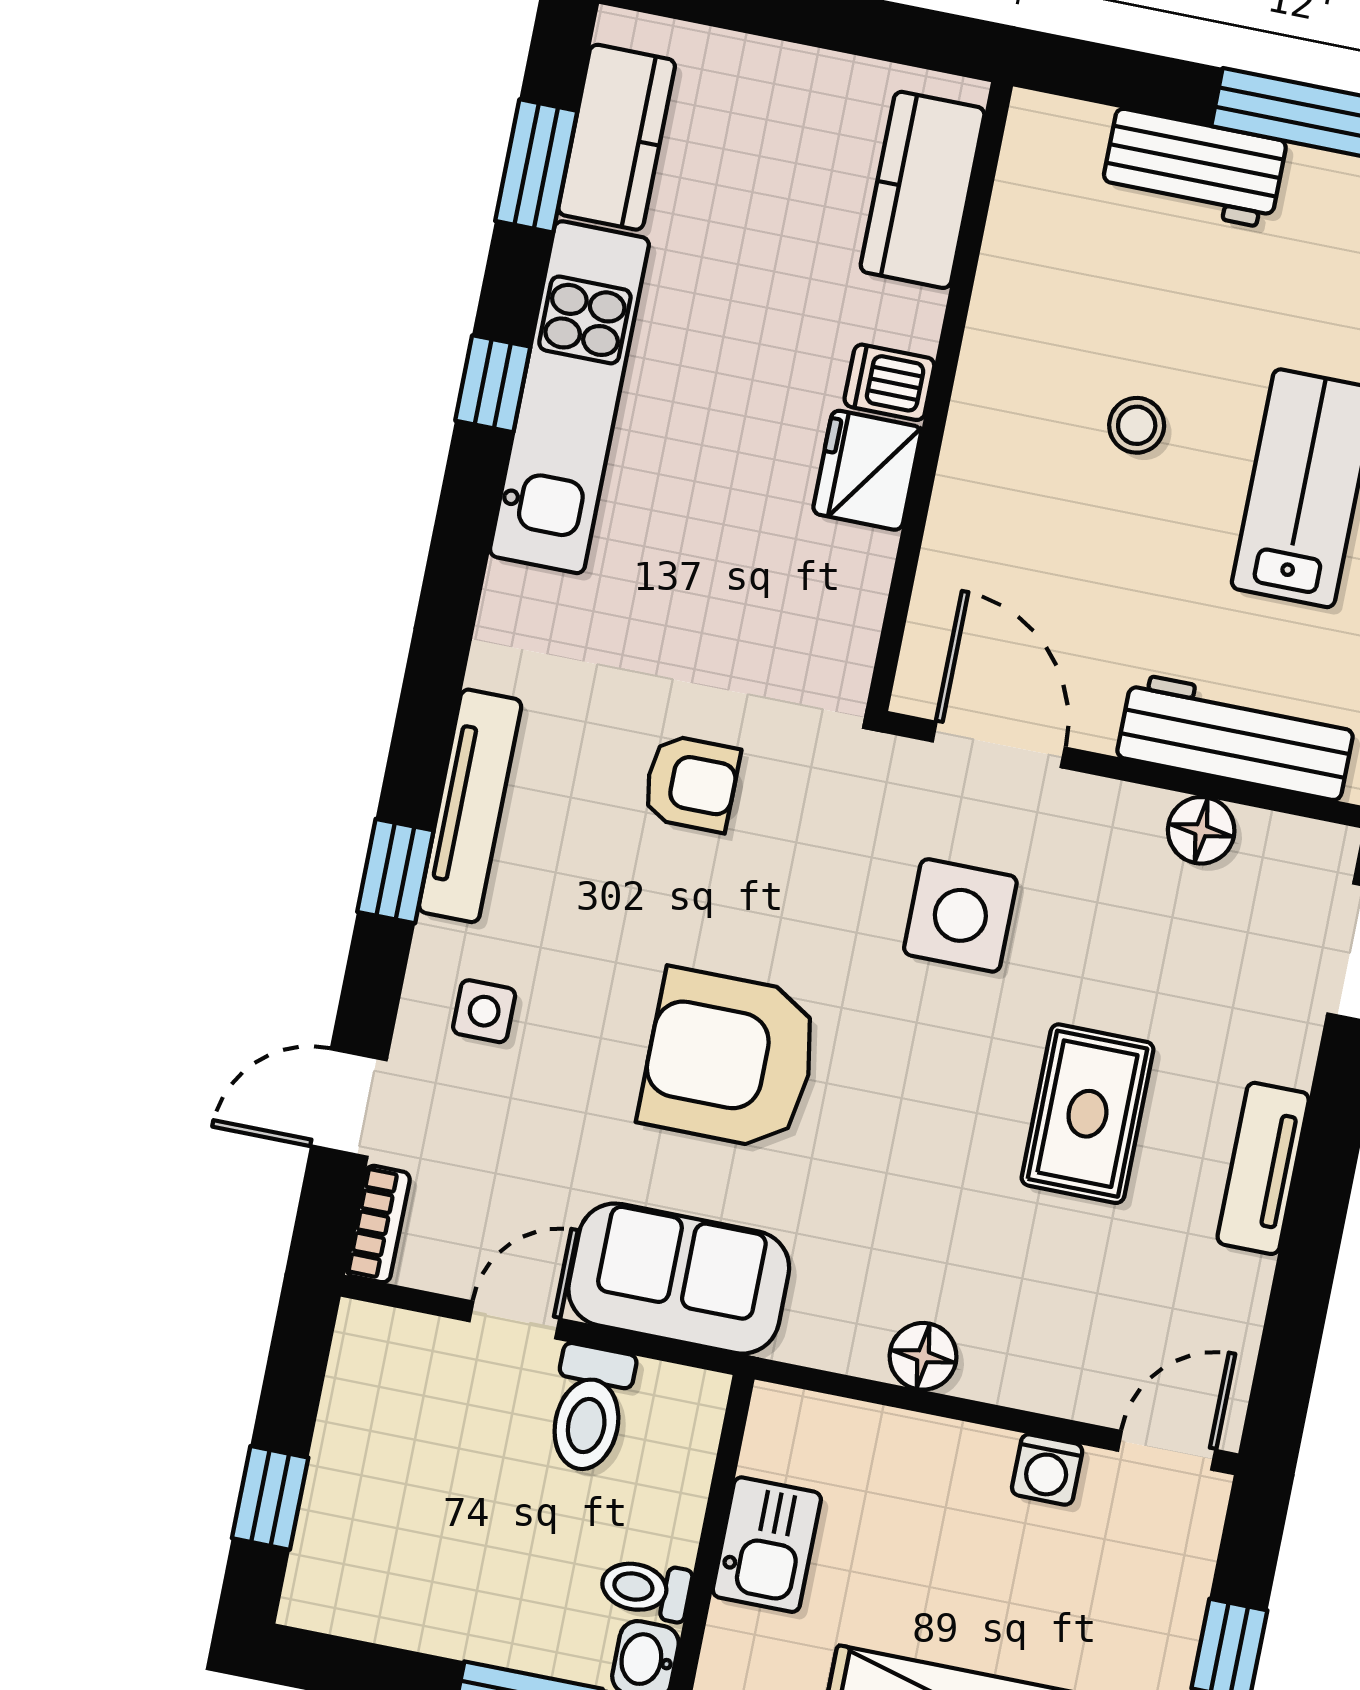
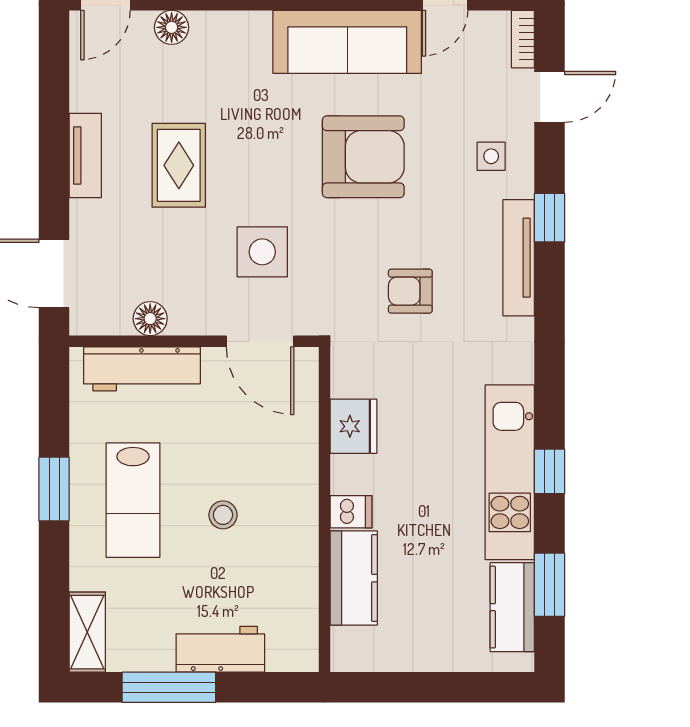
kitchen counter: (923, 190) -> (354, 578), moved
fridge: (867, 470) -> (354, 426), moved
sofa: (679, 1279) -> (347, 42), width x1.36
floor lamp: (923, 1356) -> (172, 27), moved

